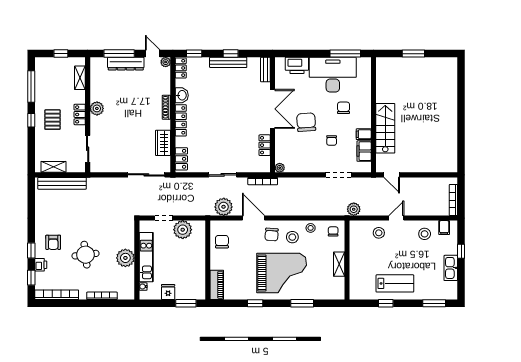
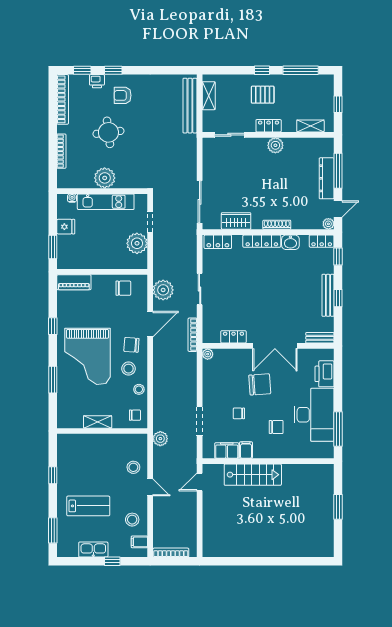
lab bench: (395, 283) -> (88, 506), moved, turned -90

